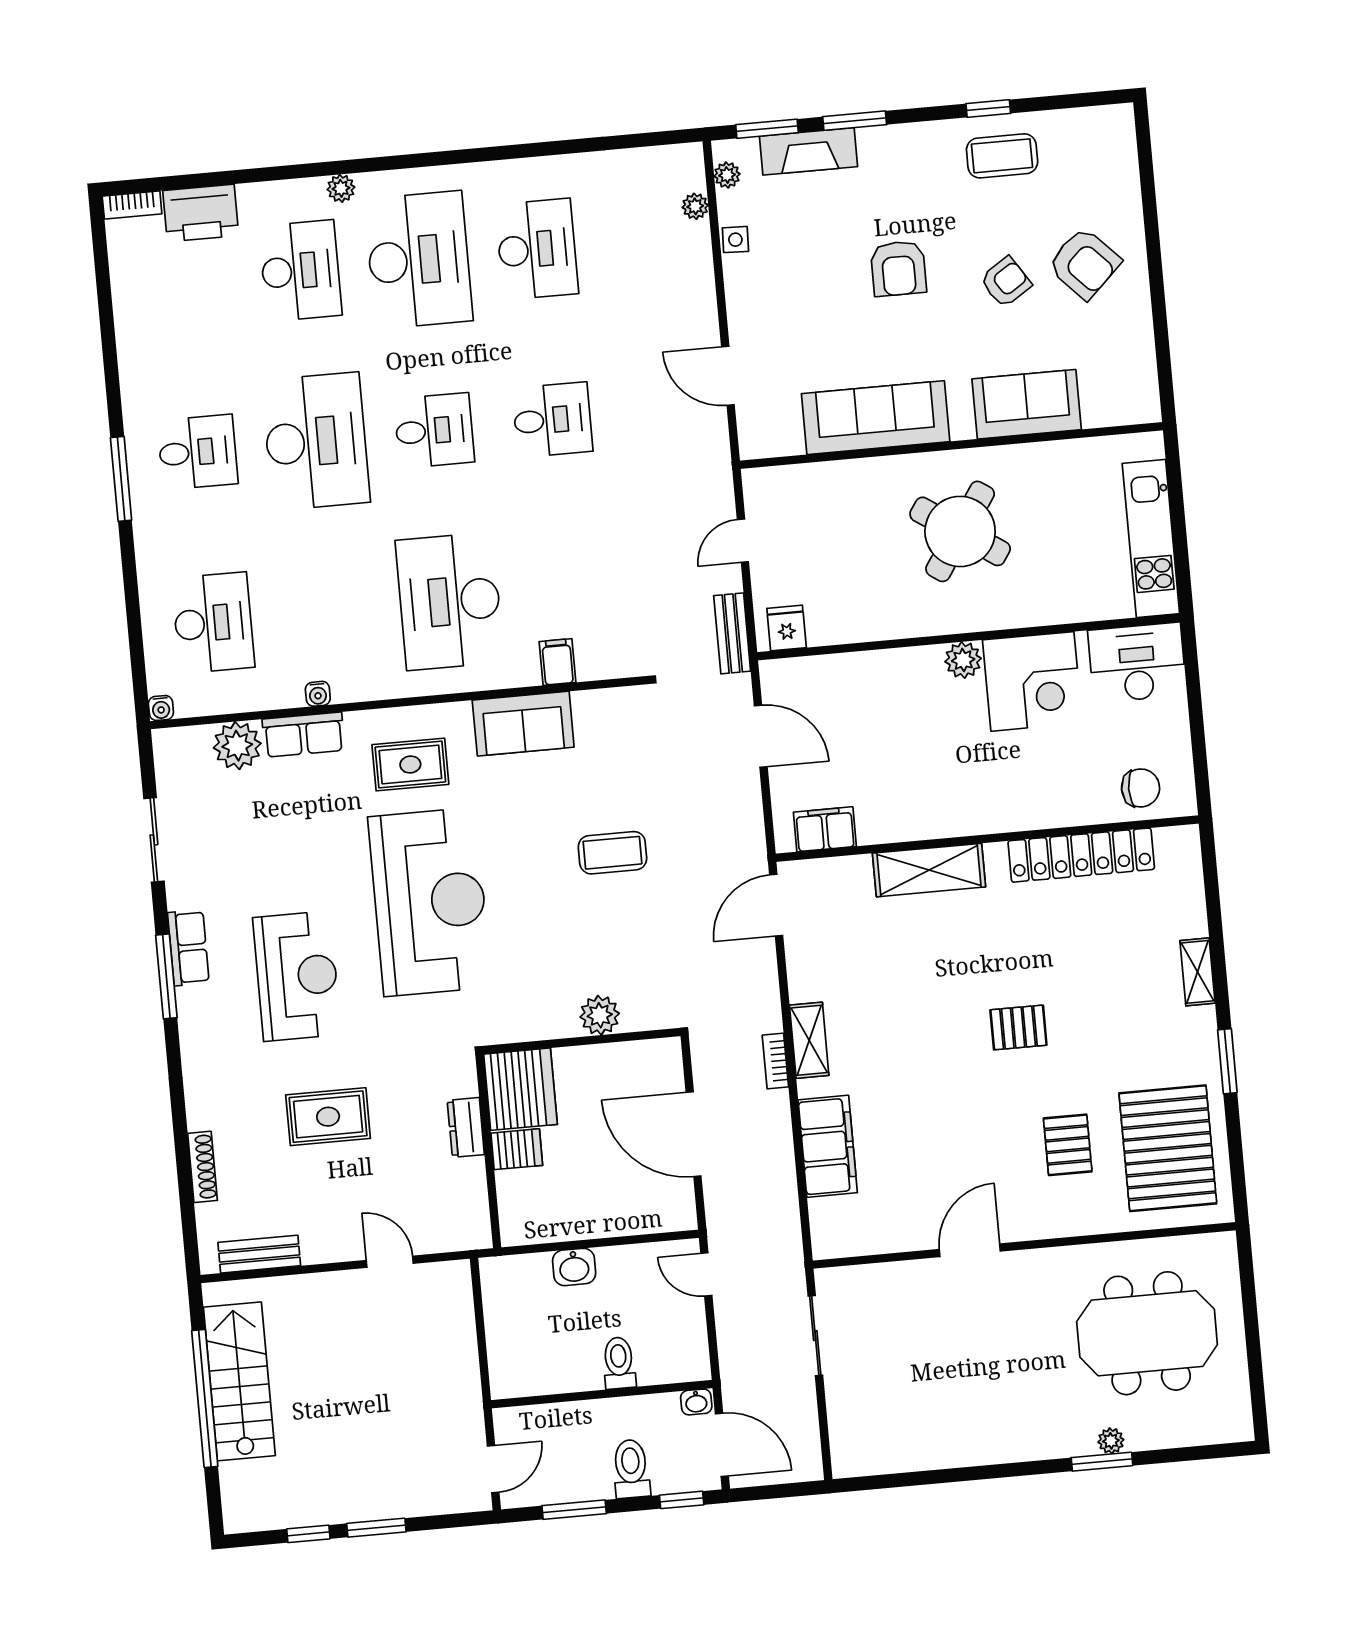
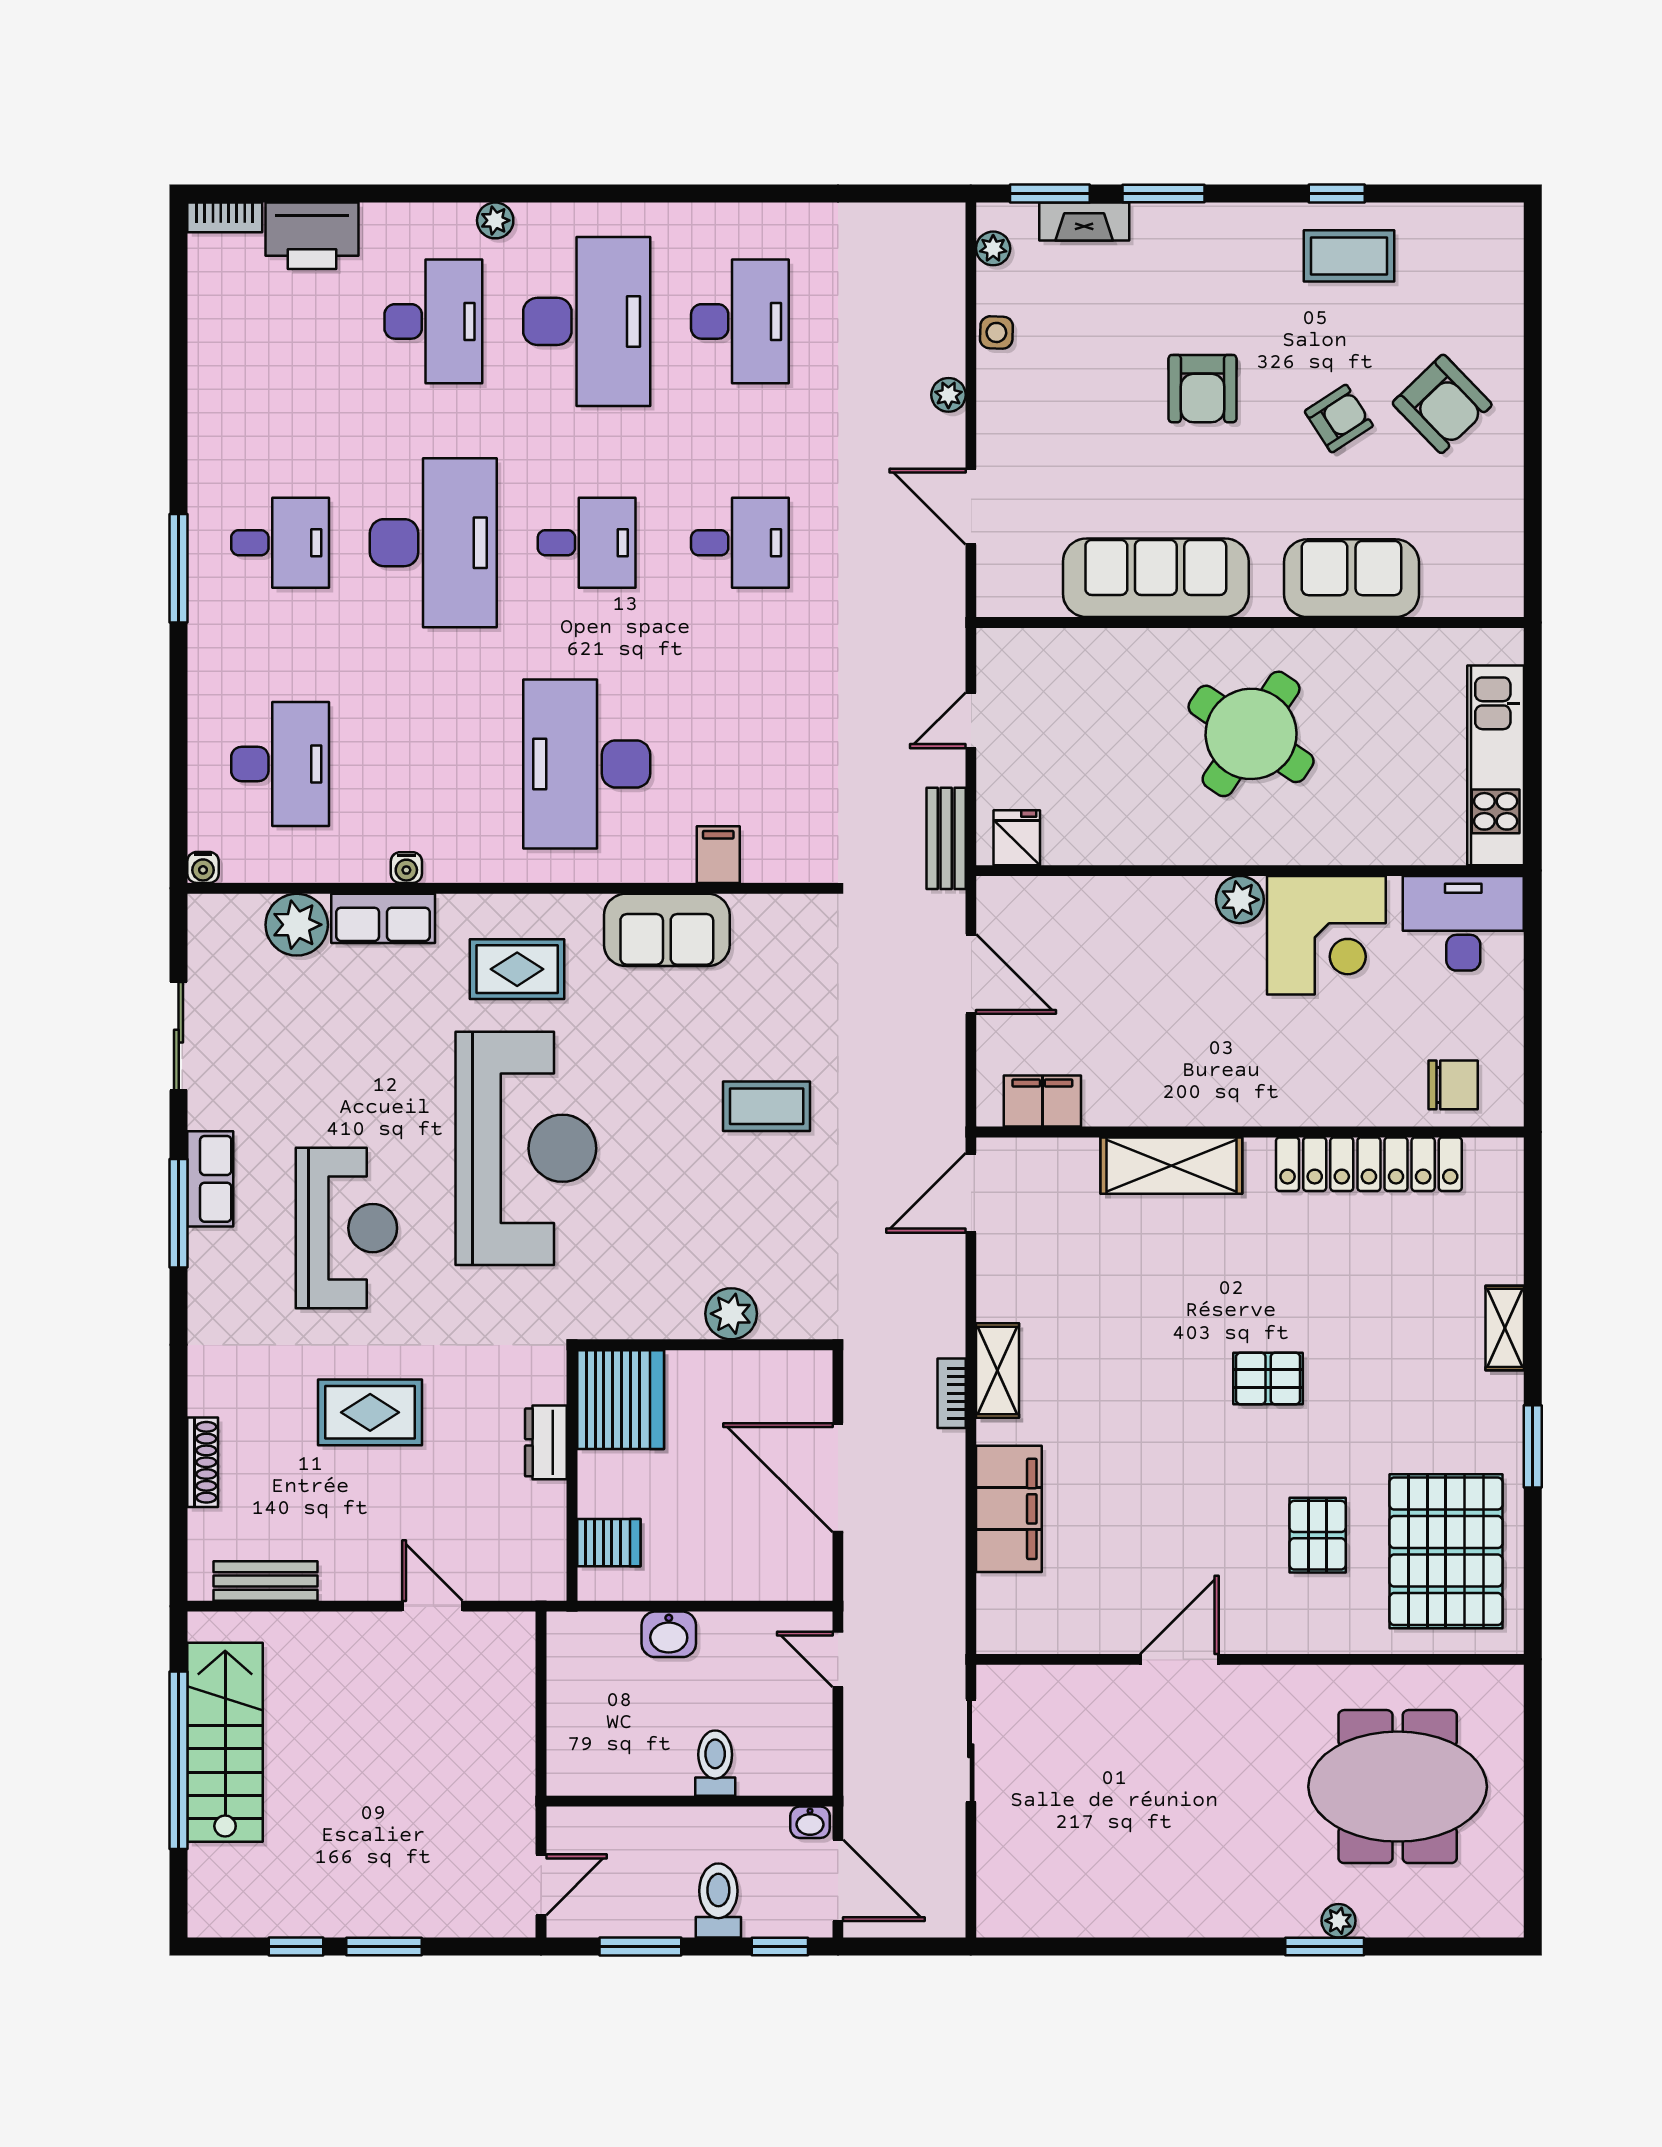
fireplace: (809, 151) -> (1084, 222), width x0.73, depth x0.76
plant: (695, 206) -> (948, 395), moved
server rack: (517, 1149) -> (609, 1543), moved

